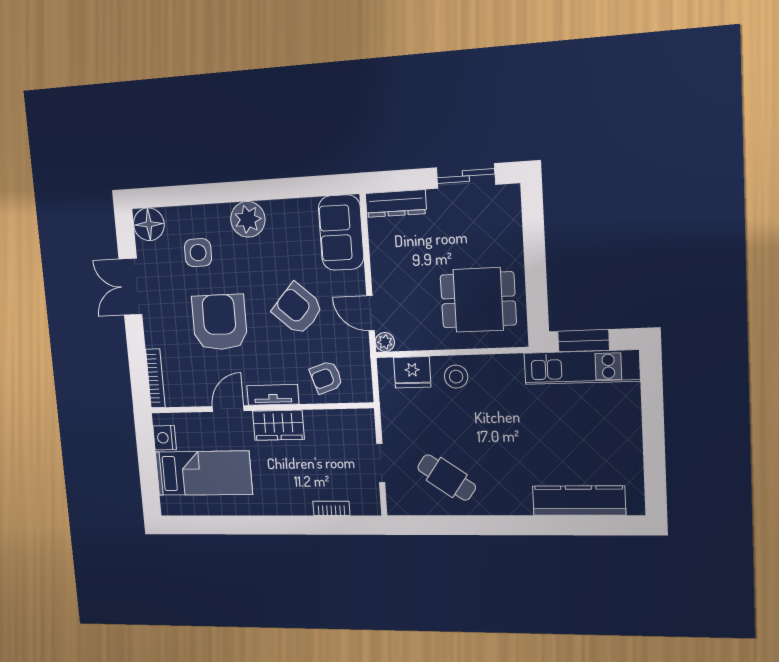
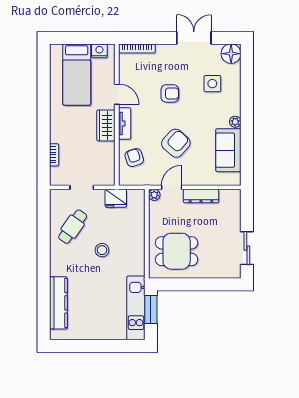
dresser: (396, 204) -> (201, 196), moved, turned -90
plant: (248, 219) -> (235, 122), width x0.53, depth x0.53
sofa: (341, 233) -> (228, 150), moved, turned -90
dining table: (478, 300) -> (177, 251), turned 90
armchair: (220, 322) -> (170, 93), width x0.53, depth x0.53
fridge: (412, 372) -> (116, 198), moved, turned -90
stool: (456, 377) -> (102, 250), moved

